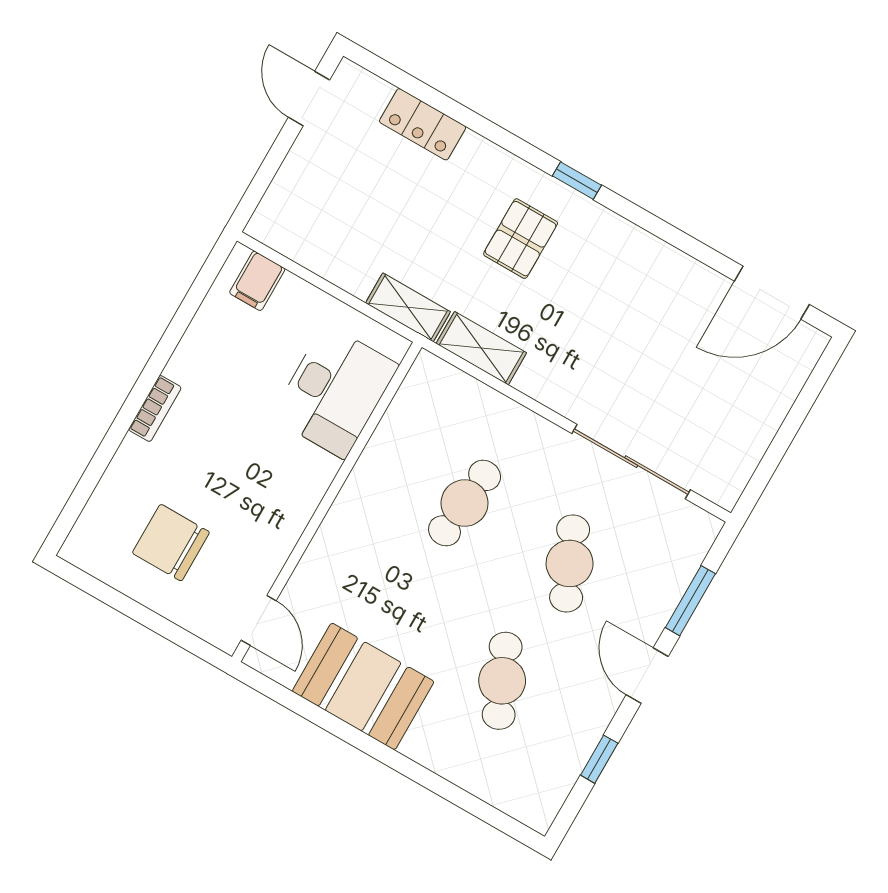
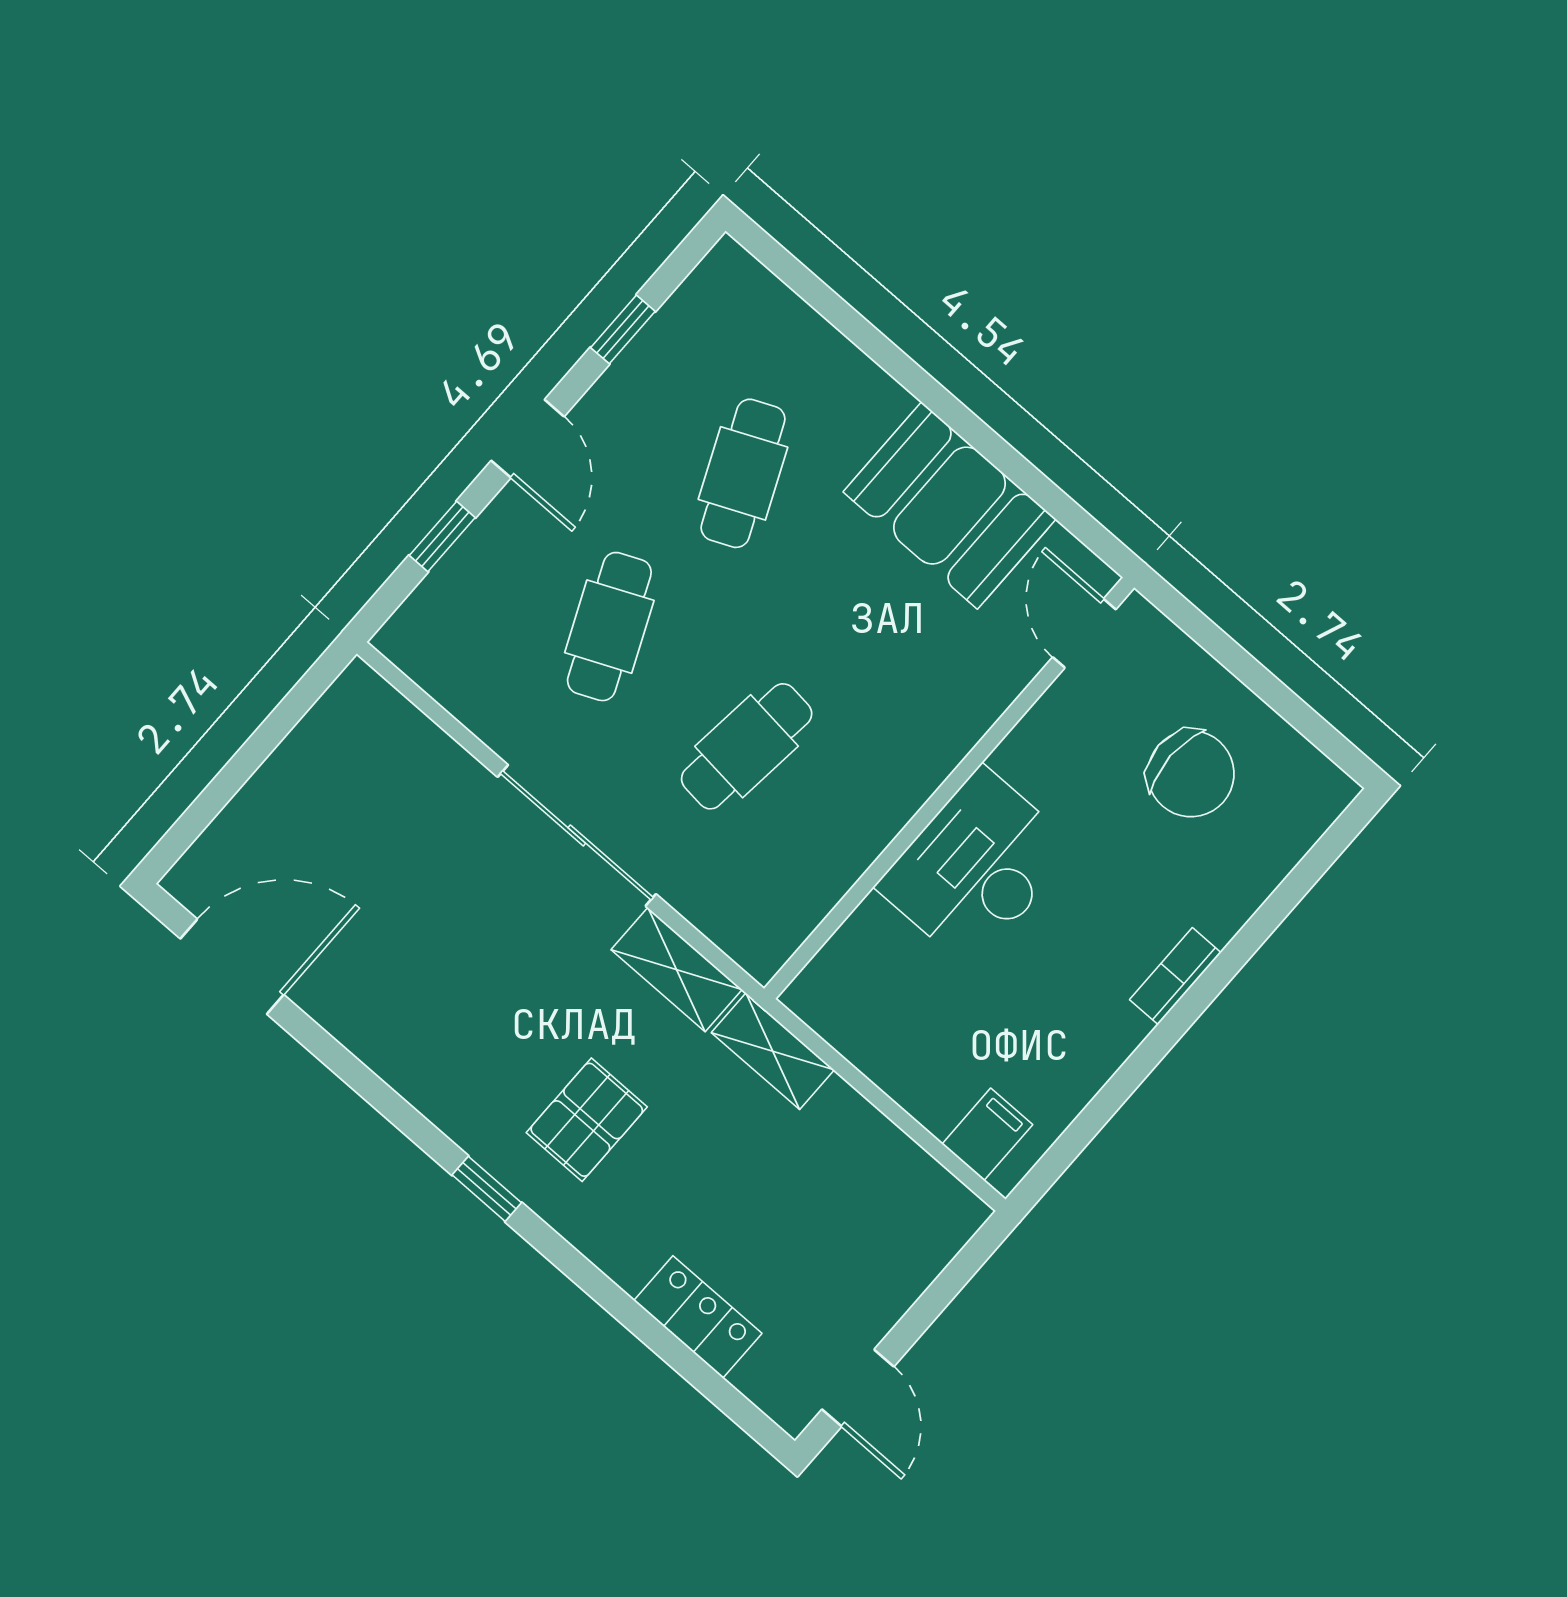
desk: (335, 391) -> (977, 867), moved
sliding door: (631, 462) -> (577, 835), moved
window: (690, 601) -> (442, 537), width x0.67

